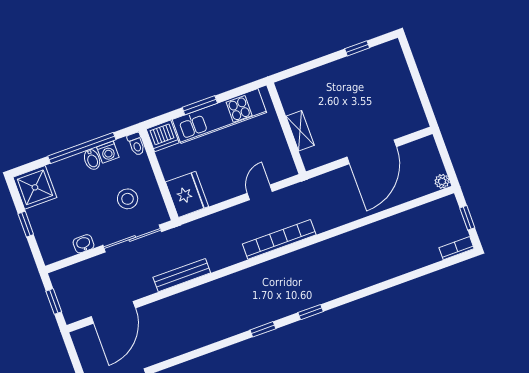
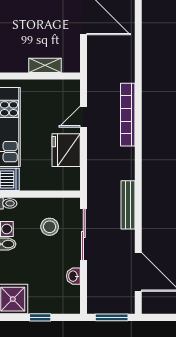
door: (260, 192) -> (83, 117), hinge flipped
fridge: (187, 194) -> (66, 150), moved, turned -90
window: (54, 301) -> (112, 317), width x1.50

